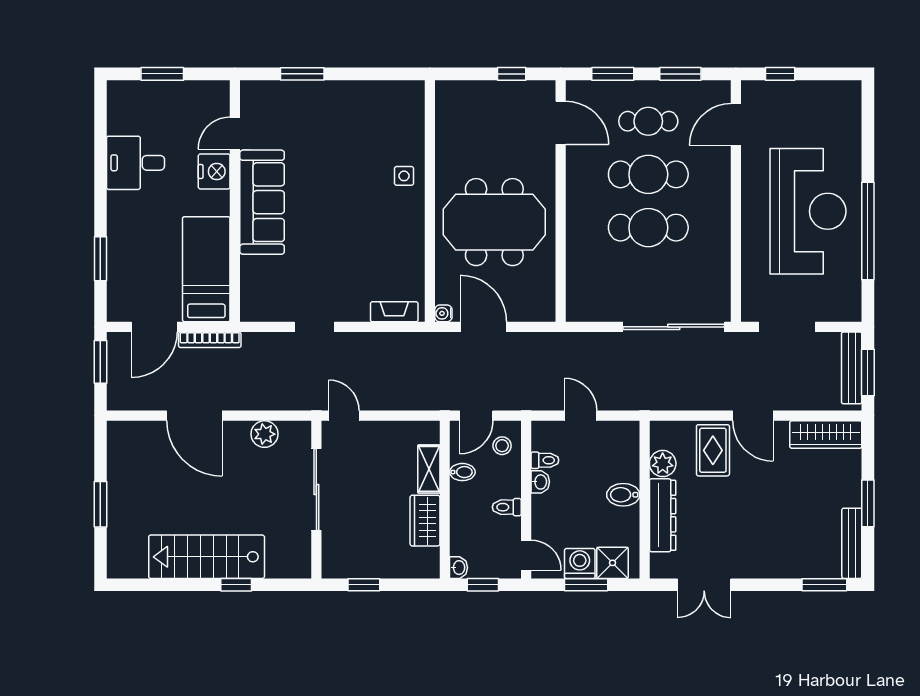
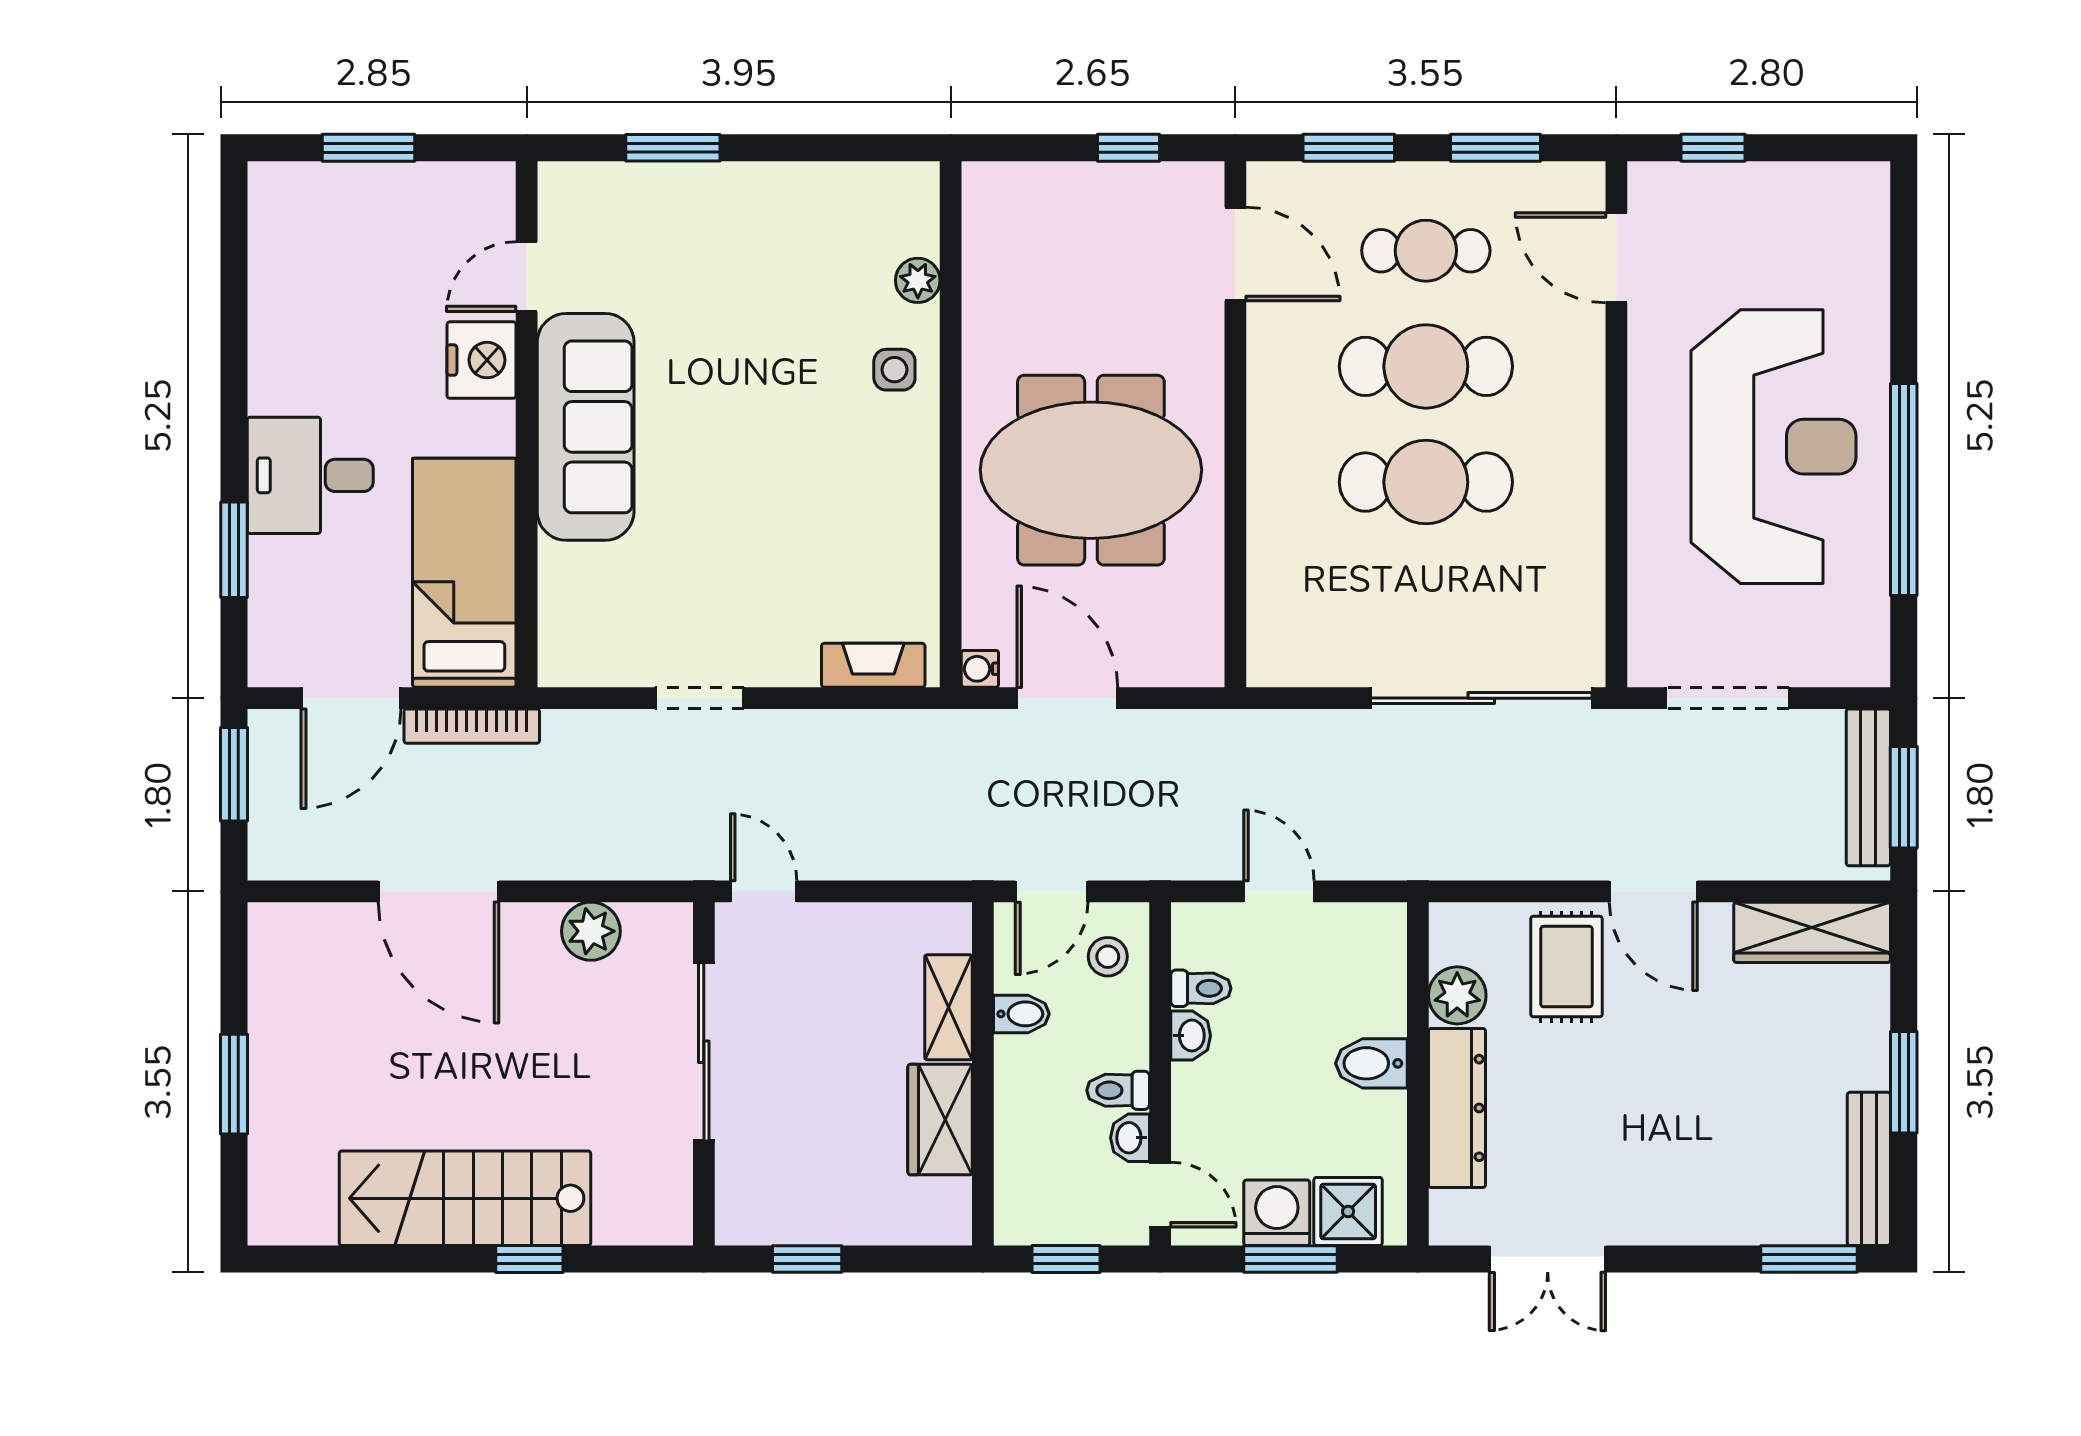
door: (736, 124) -> (1616, 258), hinge flipped
plant: (415, 135) -> (918, 280), added
desk: (135, 163) -> (310, 475), moved
washbasin: (459, 568) -> (1130, 1138), moved, turned 180

